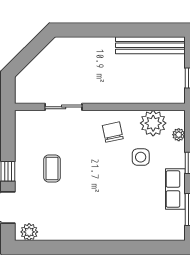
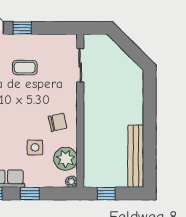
sliding door: (64, 107) -> (80, 65), moved
plant: (179, 135) -> (71, 182), moved

